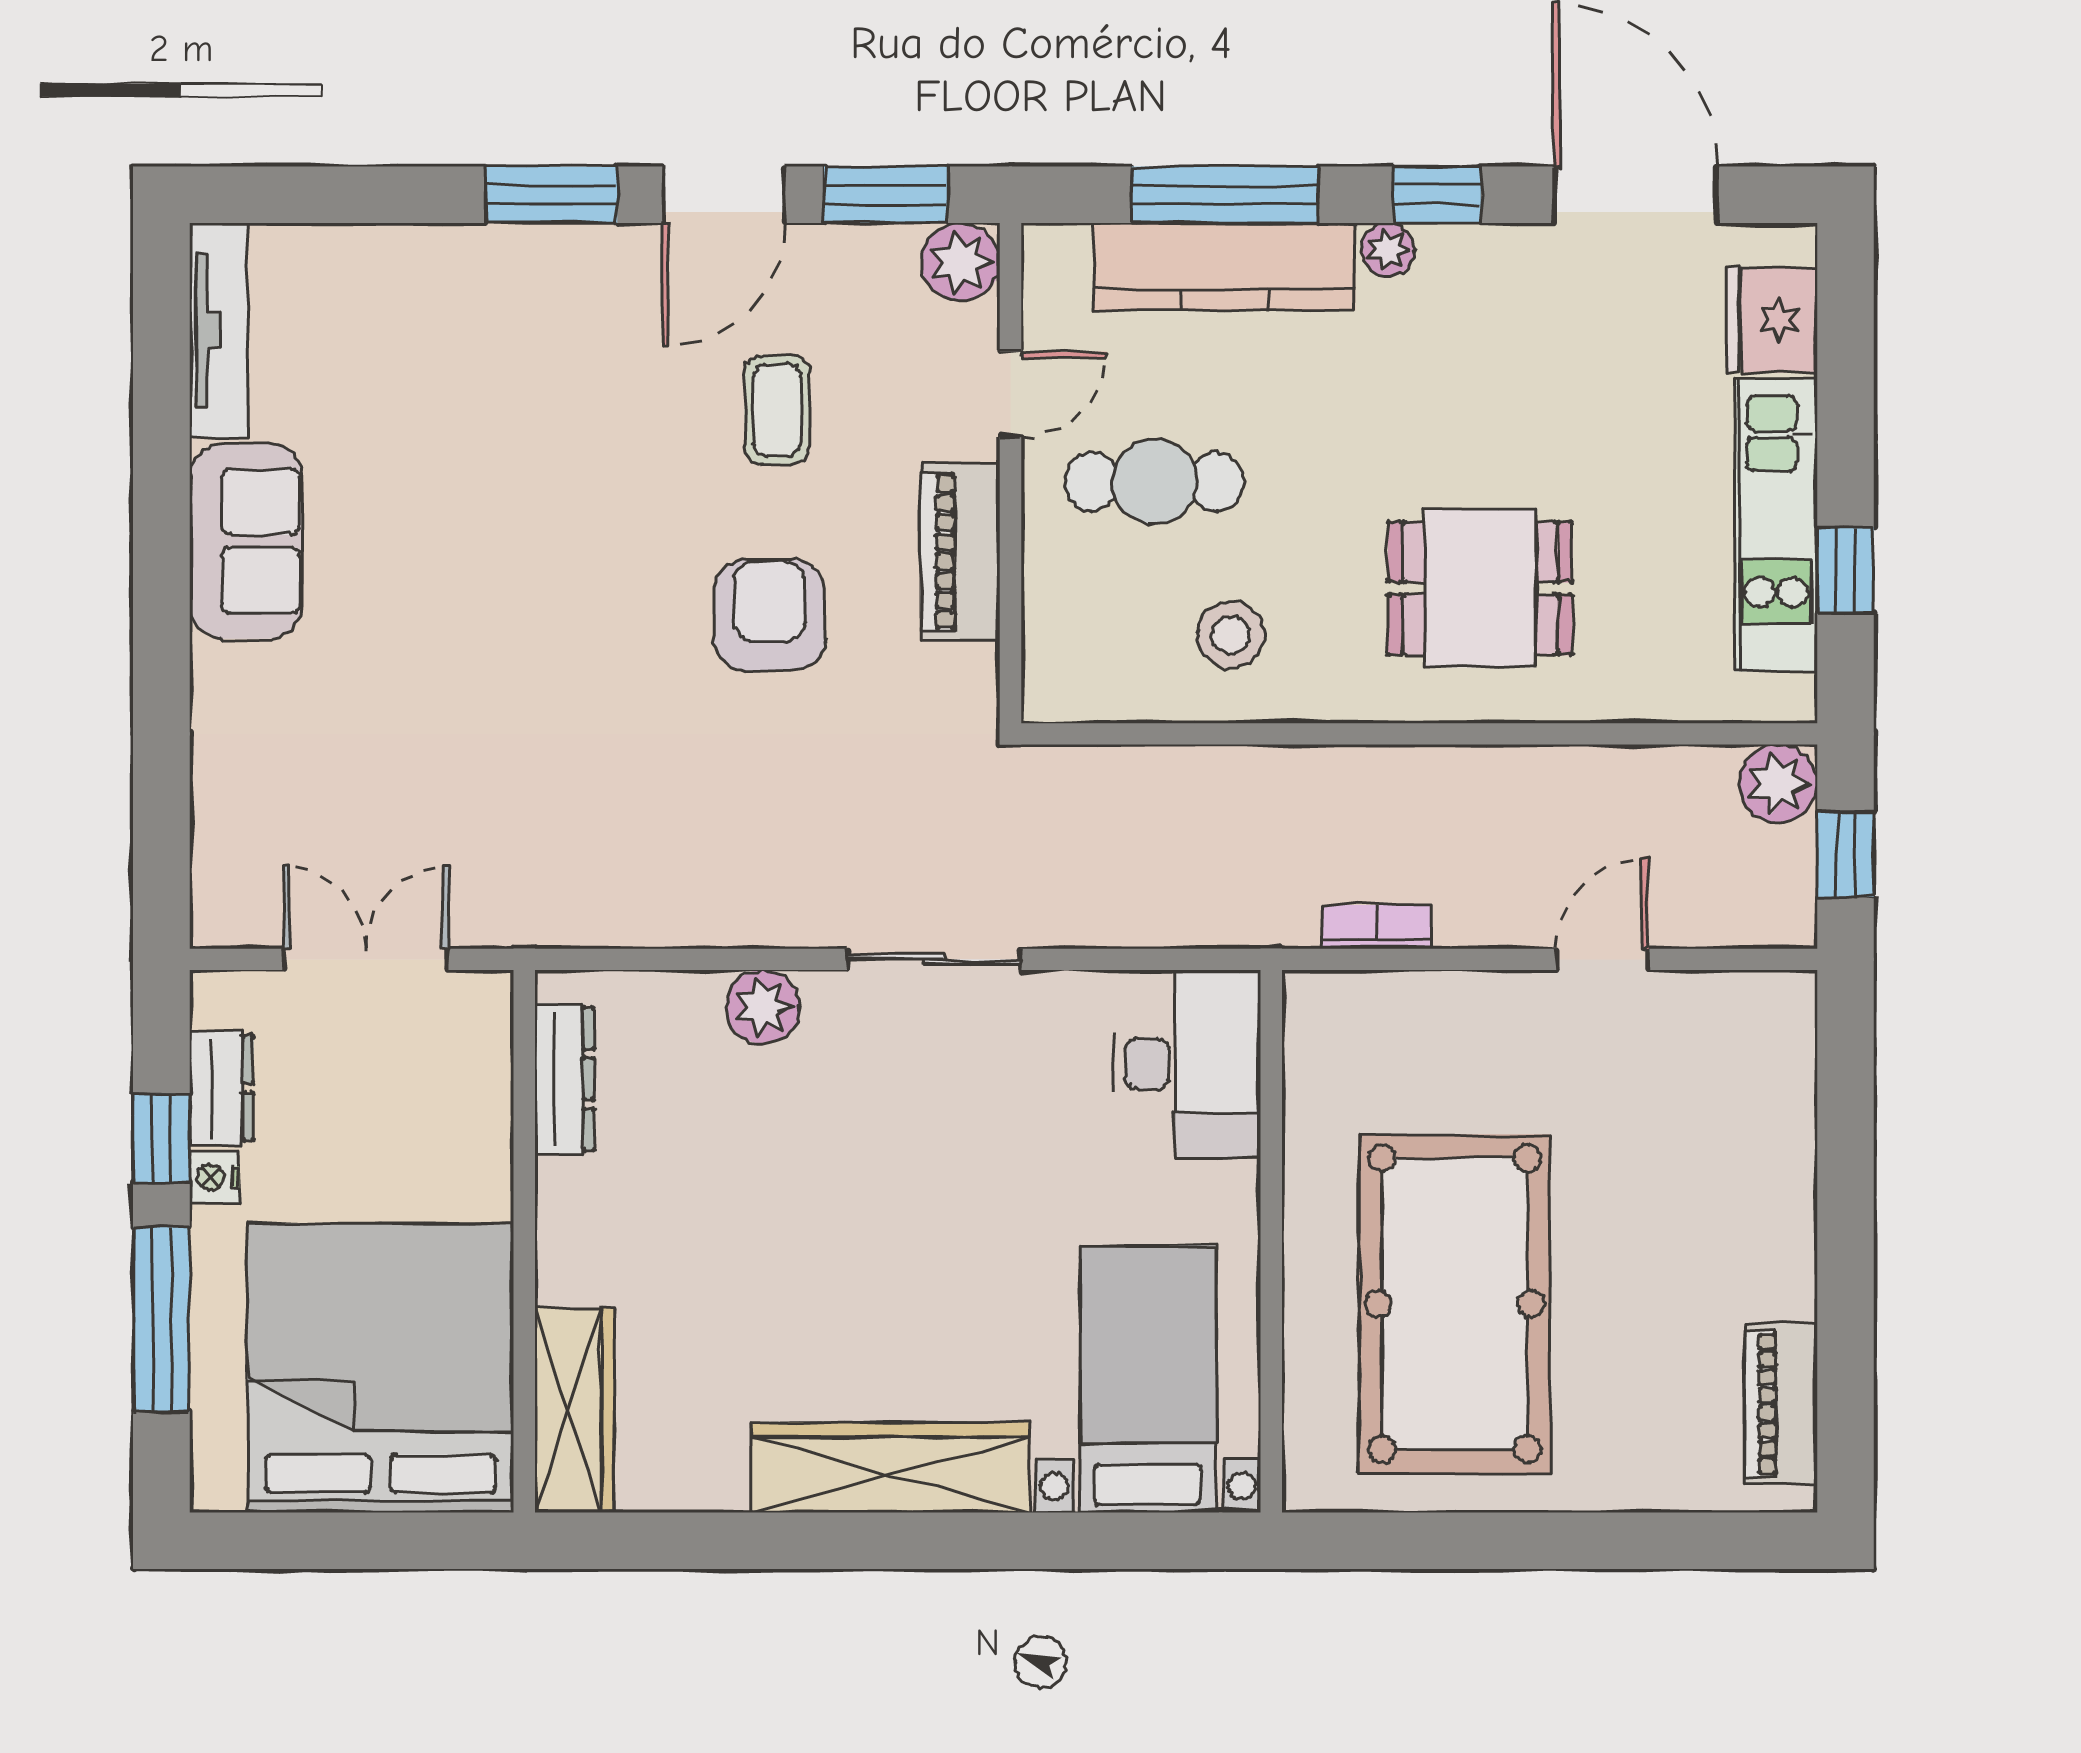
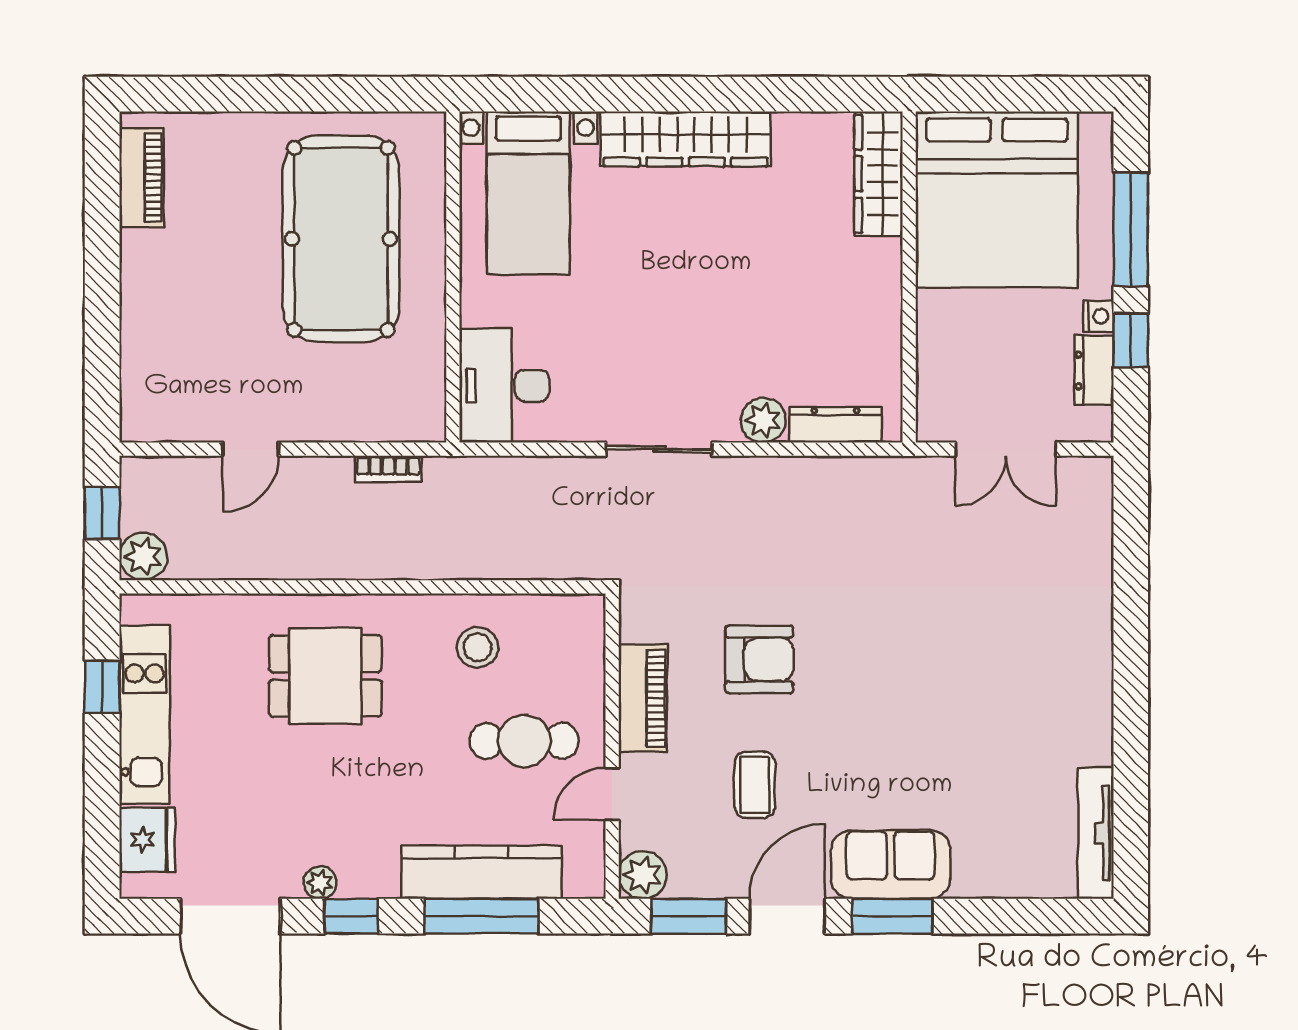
plant: (1388, 250) -> (320, 883), moved
sofa: (246, 541) -> (891, 864), moved, turned 90
armchair: (769, 615) -> (759, 659), turned -90
dresser: (564, 1079) -> (835, 425), moved, turned 90

